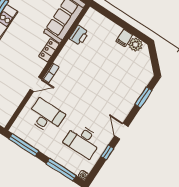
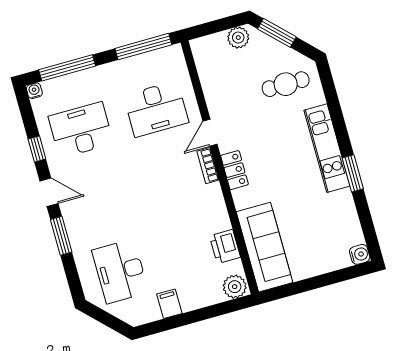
plant: (136, 45) -> (235, 287), moved
locker: (49, 50) -> (234, 170), moved
desk: (129, 71) -> (120, 271), added
window: (144, 97) -> (61, 236), moved

